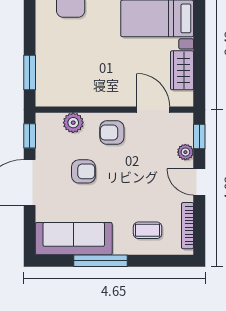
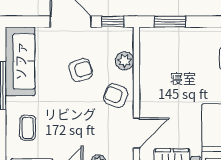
armchair: (112, 133) -> (116, 96), turned -70
armchair: (83, 171) -> (81, 70), turned -107

